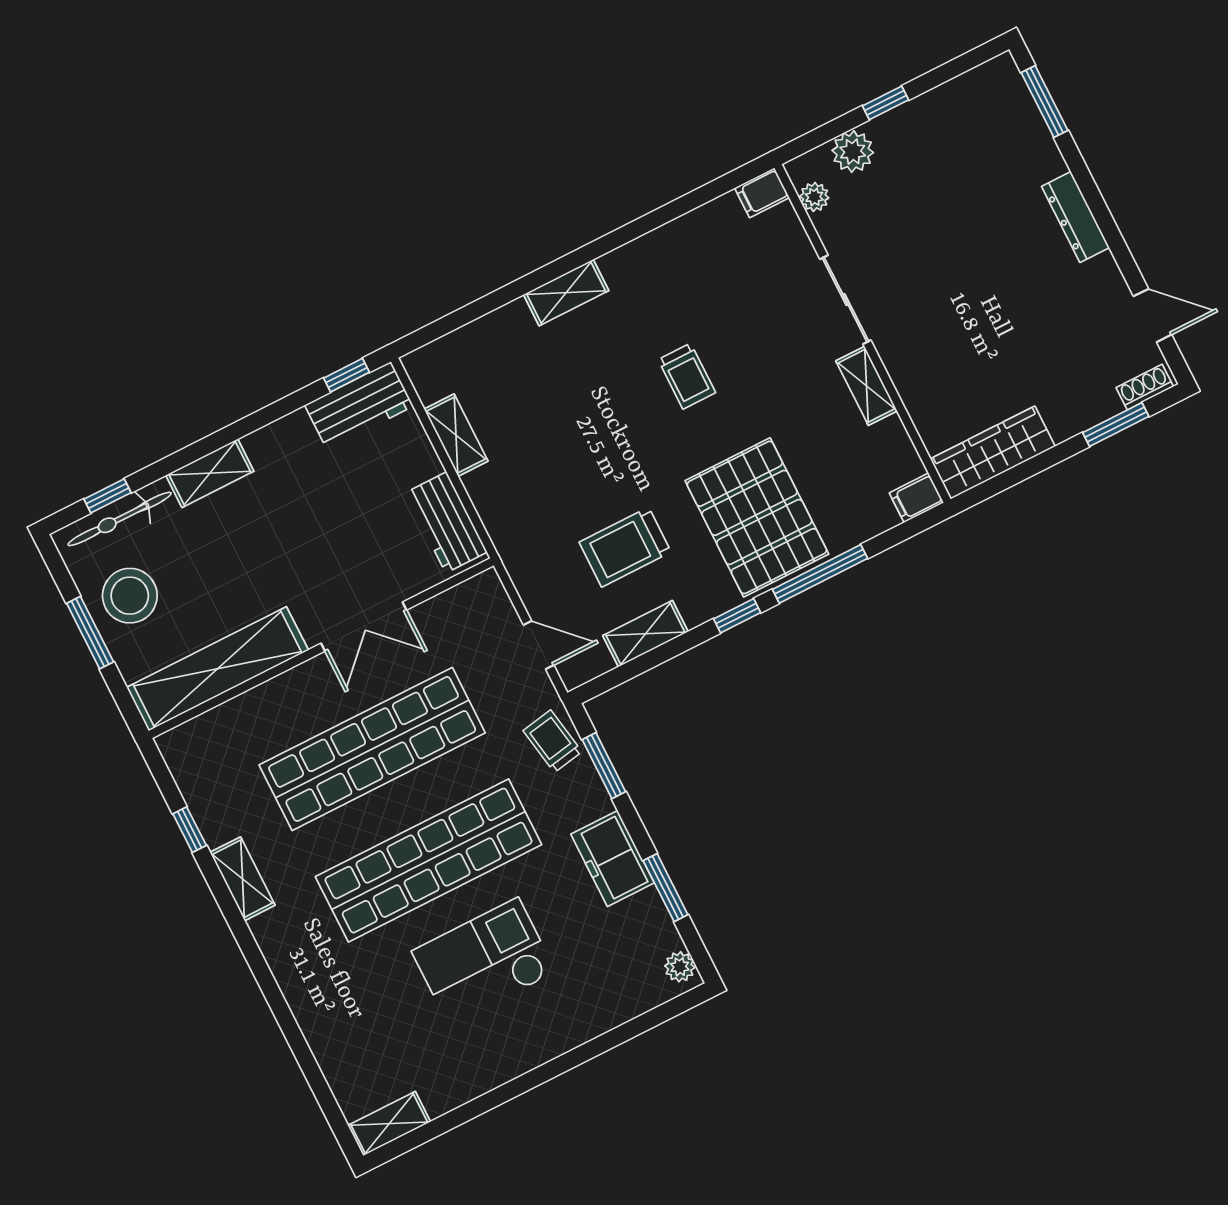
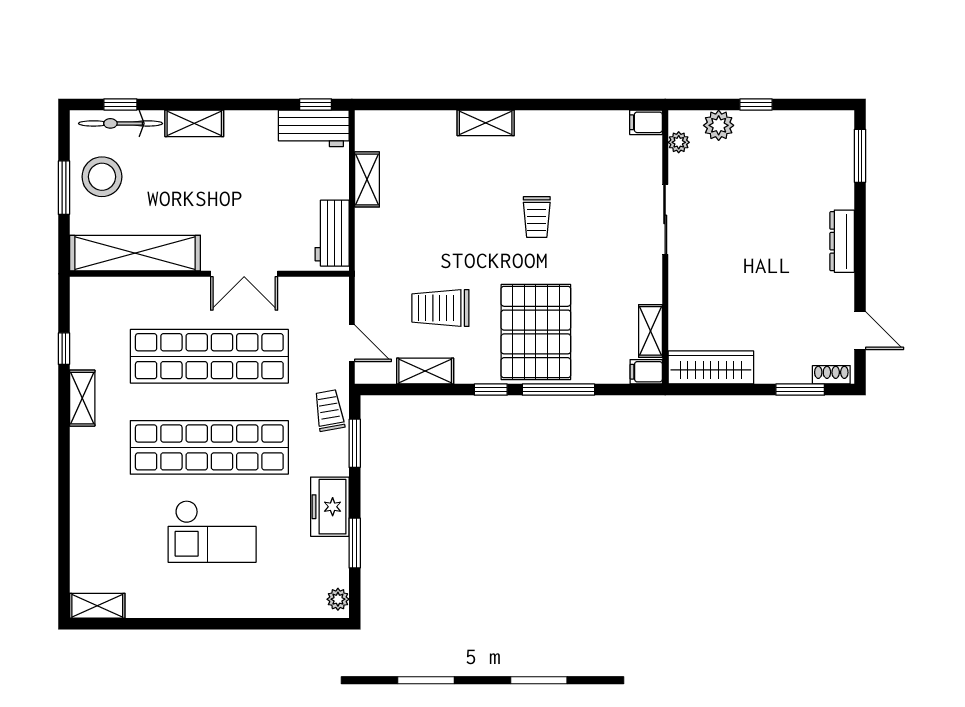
shelving: (866, 386) -> (651, 331), moved
checkout: (484, 962) -> (212, 531), turned 180

